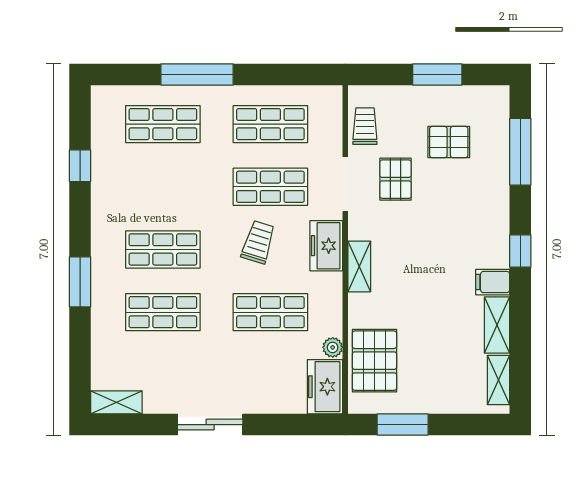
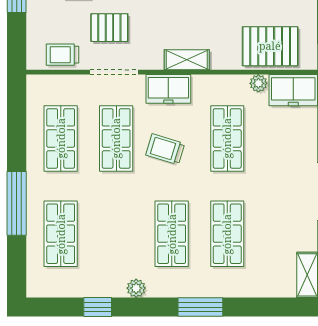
plant: (101, 209) -> (136, 288), added

